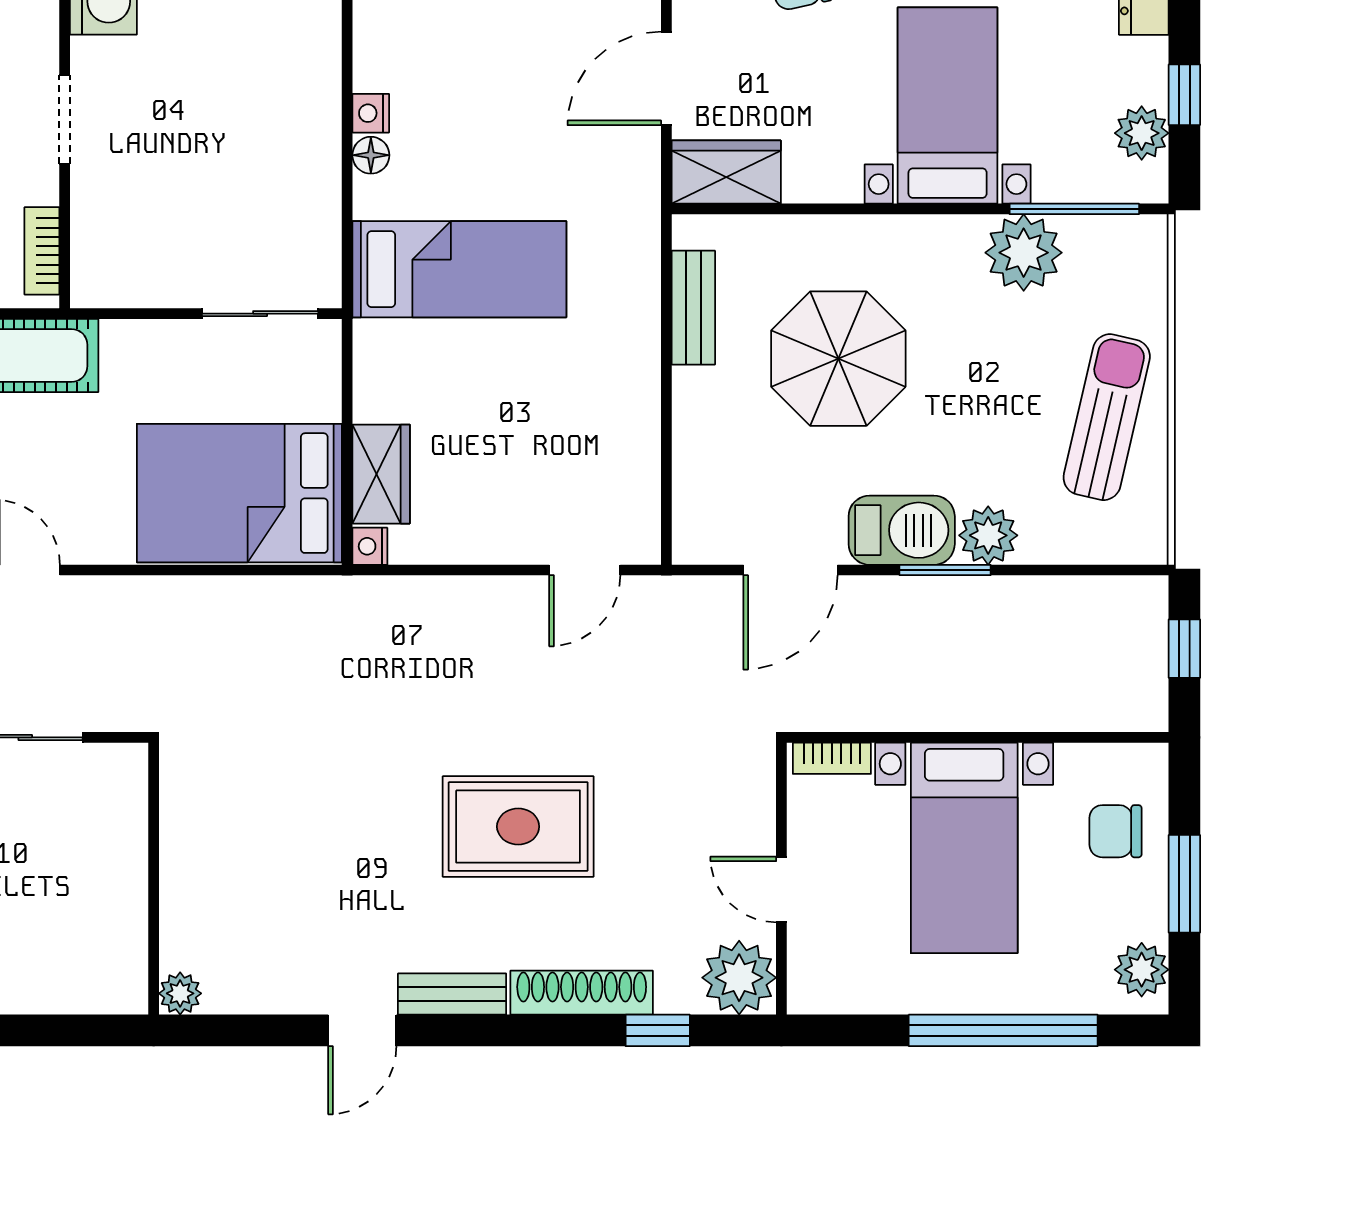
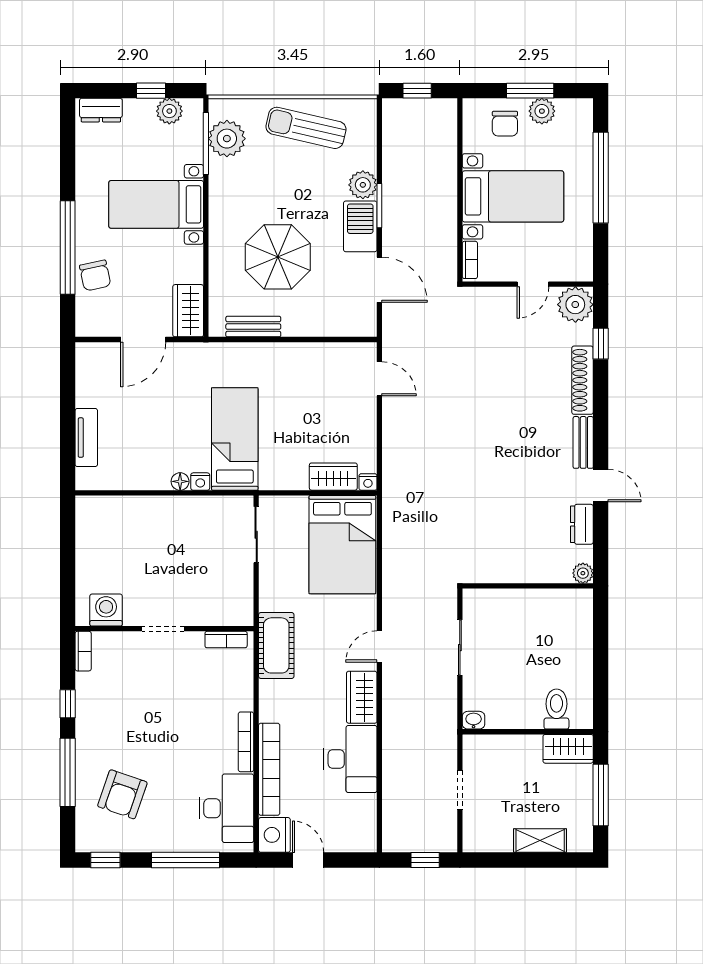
door: (666, 78) -> (143, 339), hinge flipped
nightstand: (371, 113) -> (200, 482), moved
plant: (1024, 253) -> (227, 139), moved
rug: (518, 827) -> (503, 411), removed
plant: (1142, 970) -> (542, 111), moved
dresser: (282, 991) -> (582, 524), added

